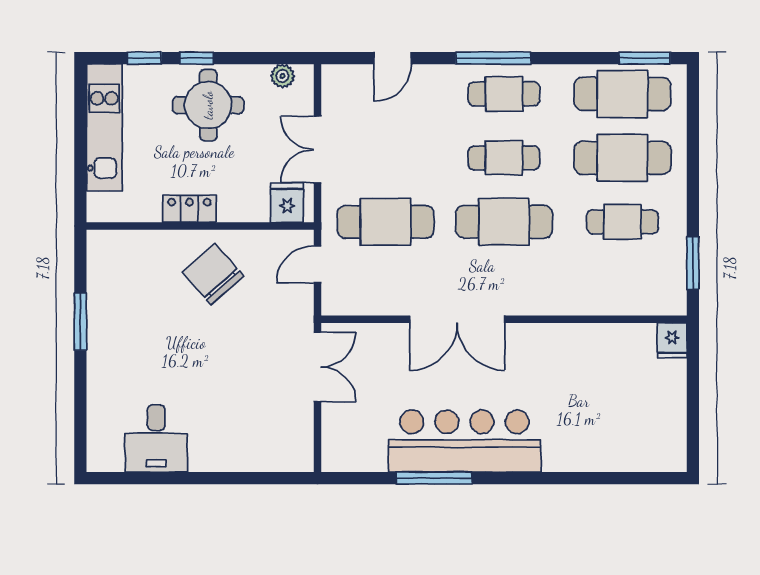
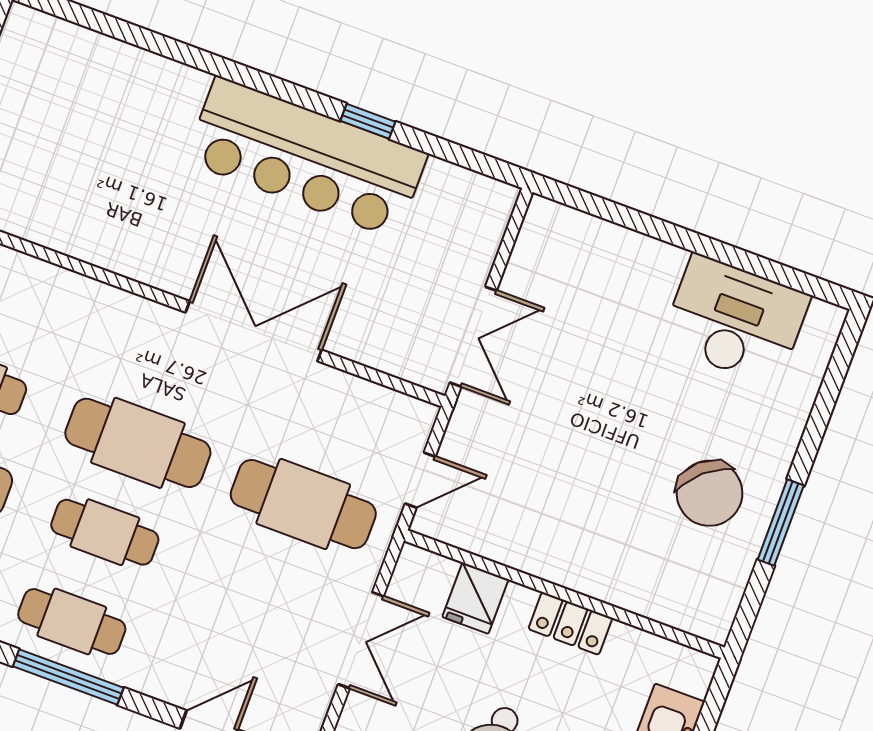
fridge: (287, 203) -> (475, 598), moved
chair: (213, 274) -> (709, 493), moved
double door: (317, 367) -> (473, 337), swing flipped
desk: (156, 438) -> (735, 320), width x1.37
window: (434, 478) -> (368, 121), width x0.46

